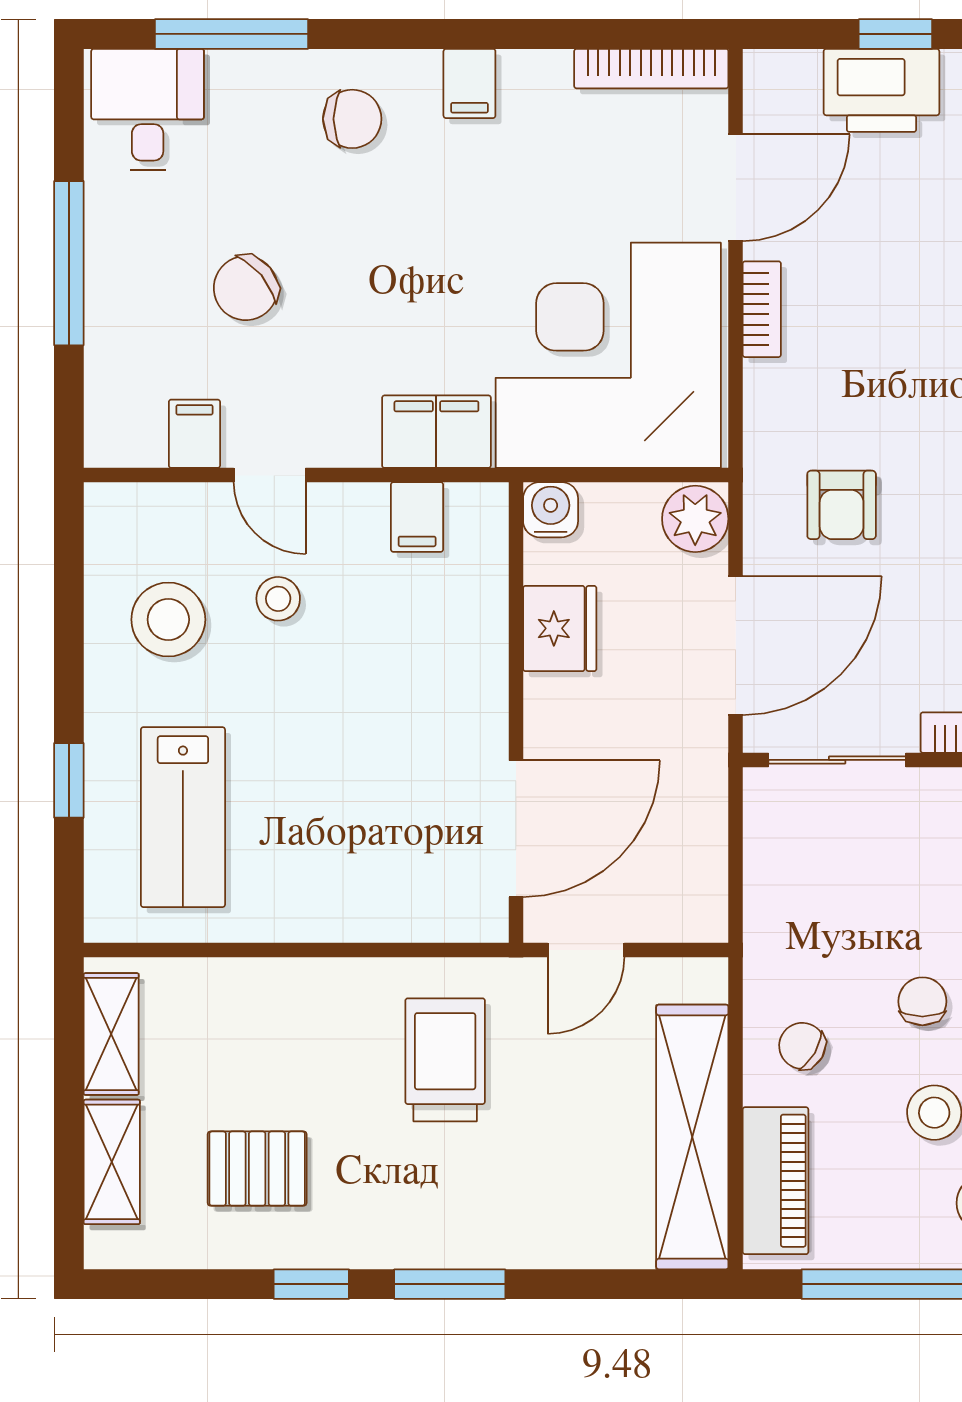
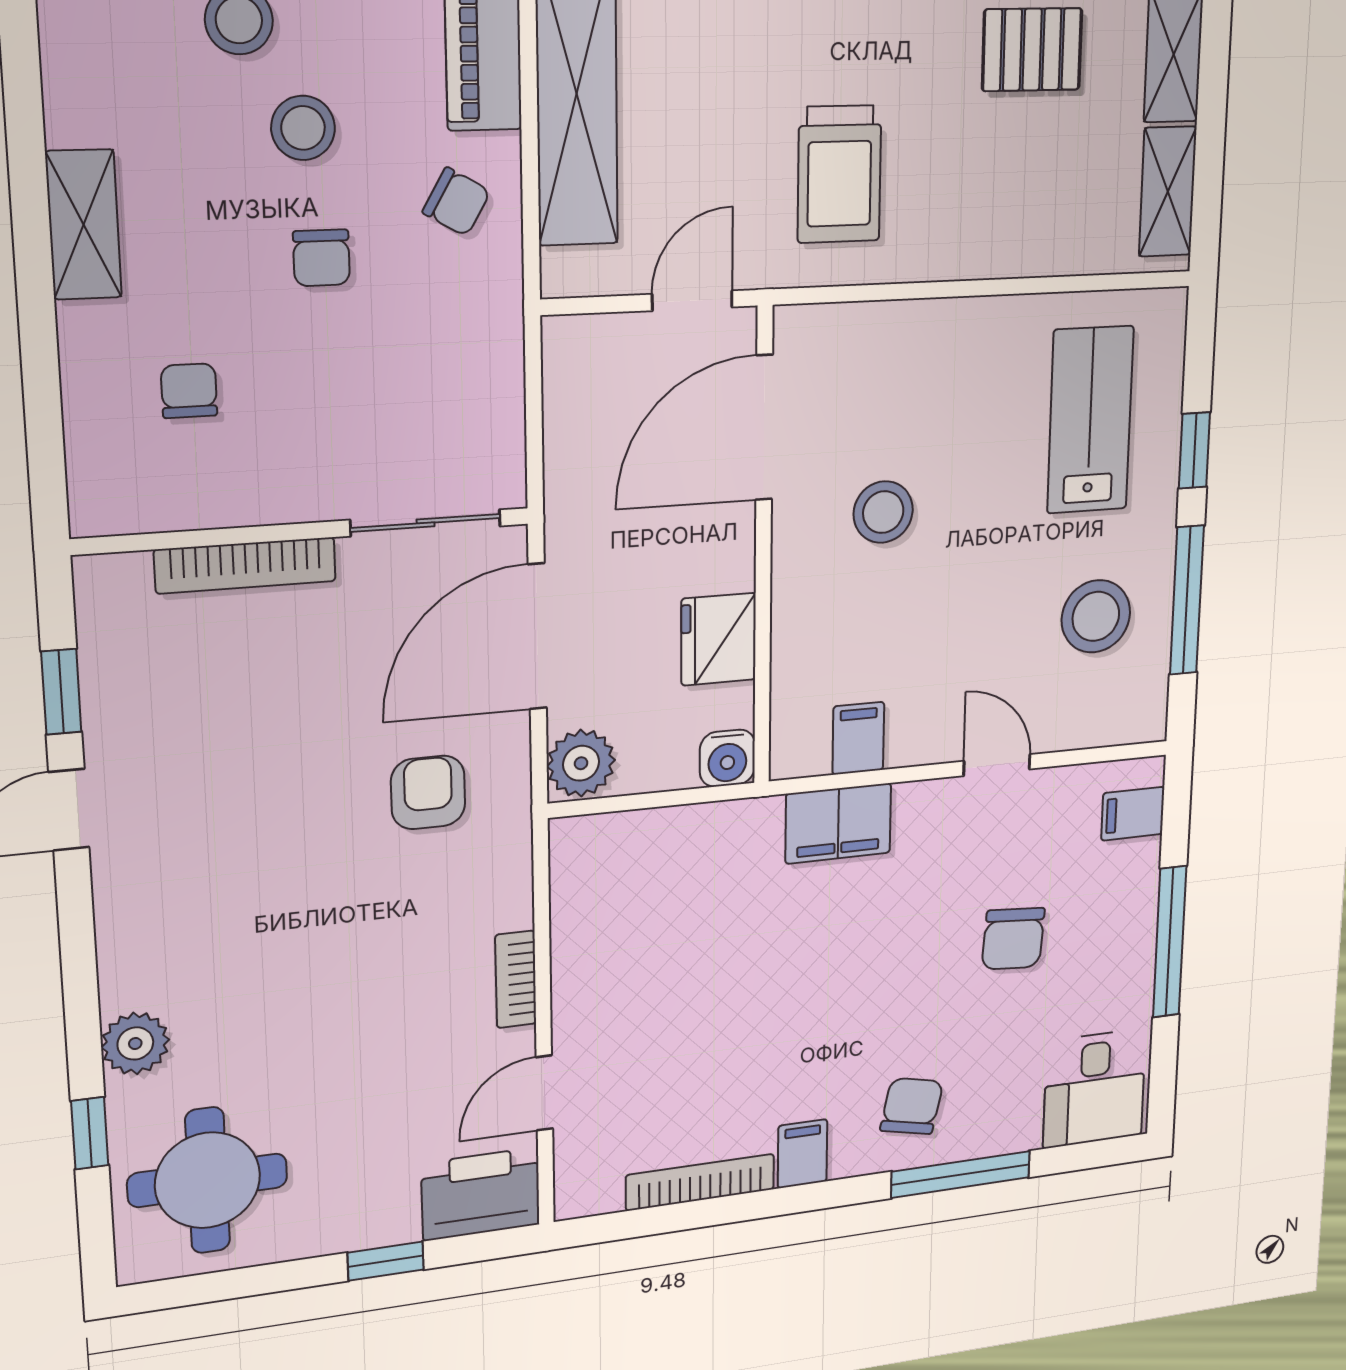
window: (231, 34) -> (961, 1175), moved
bookcase: (651, 69) -> (700, 1182), moved
printer: (881, 90) -> (481, 1194), moved
chair: (352, 119) -> (912, 1106), turned 102
door: (736, 188) -> (544, 1093), width x0.73
chair: (246, 288) -> (1013, 939), turned 134
corner desk: (608, 355) -> (670, 916), removed
filing cabinet: (194, 434) -> (1133, 814), moved, turned 90
stool: (278, 599) -> (883, 512), moved, width x1.37, depth x1.37
window: (69, 628) -> (1187, 600), added

